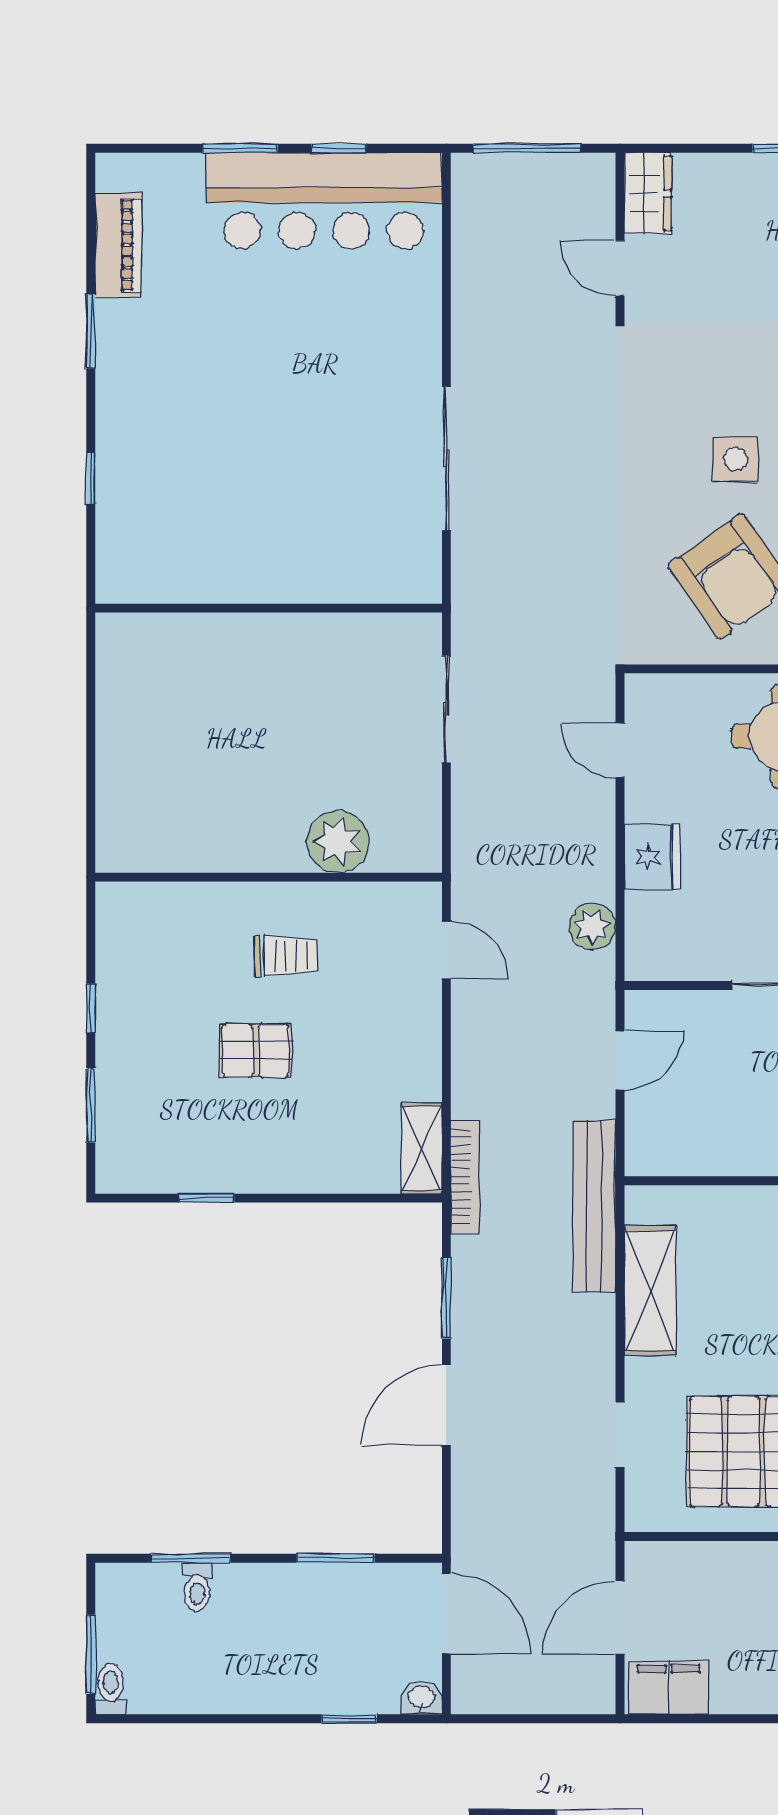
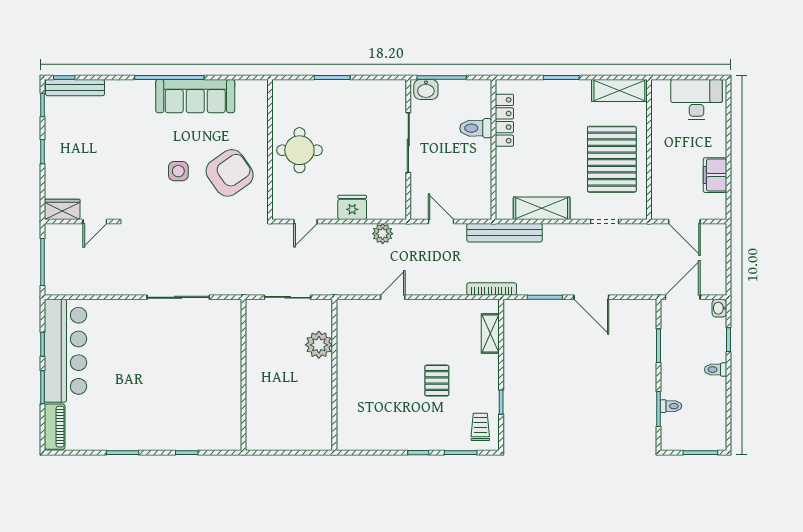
piano: (118, 245) -> (55, 427), moved, turned 90
plant: (338, 842) -> (319, 345), moved
wall: (269, 877) -> (334, 375), moved
trolley: (286, 956) -> (480, 427), moved
shelving: (422, 1148) -> (490, 334), moved, turned 90
filing cabinet: (669, 1688) -> (715, 175), moved
toilet: (111, 1689) -> (716, 370), moved

